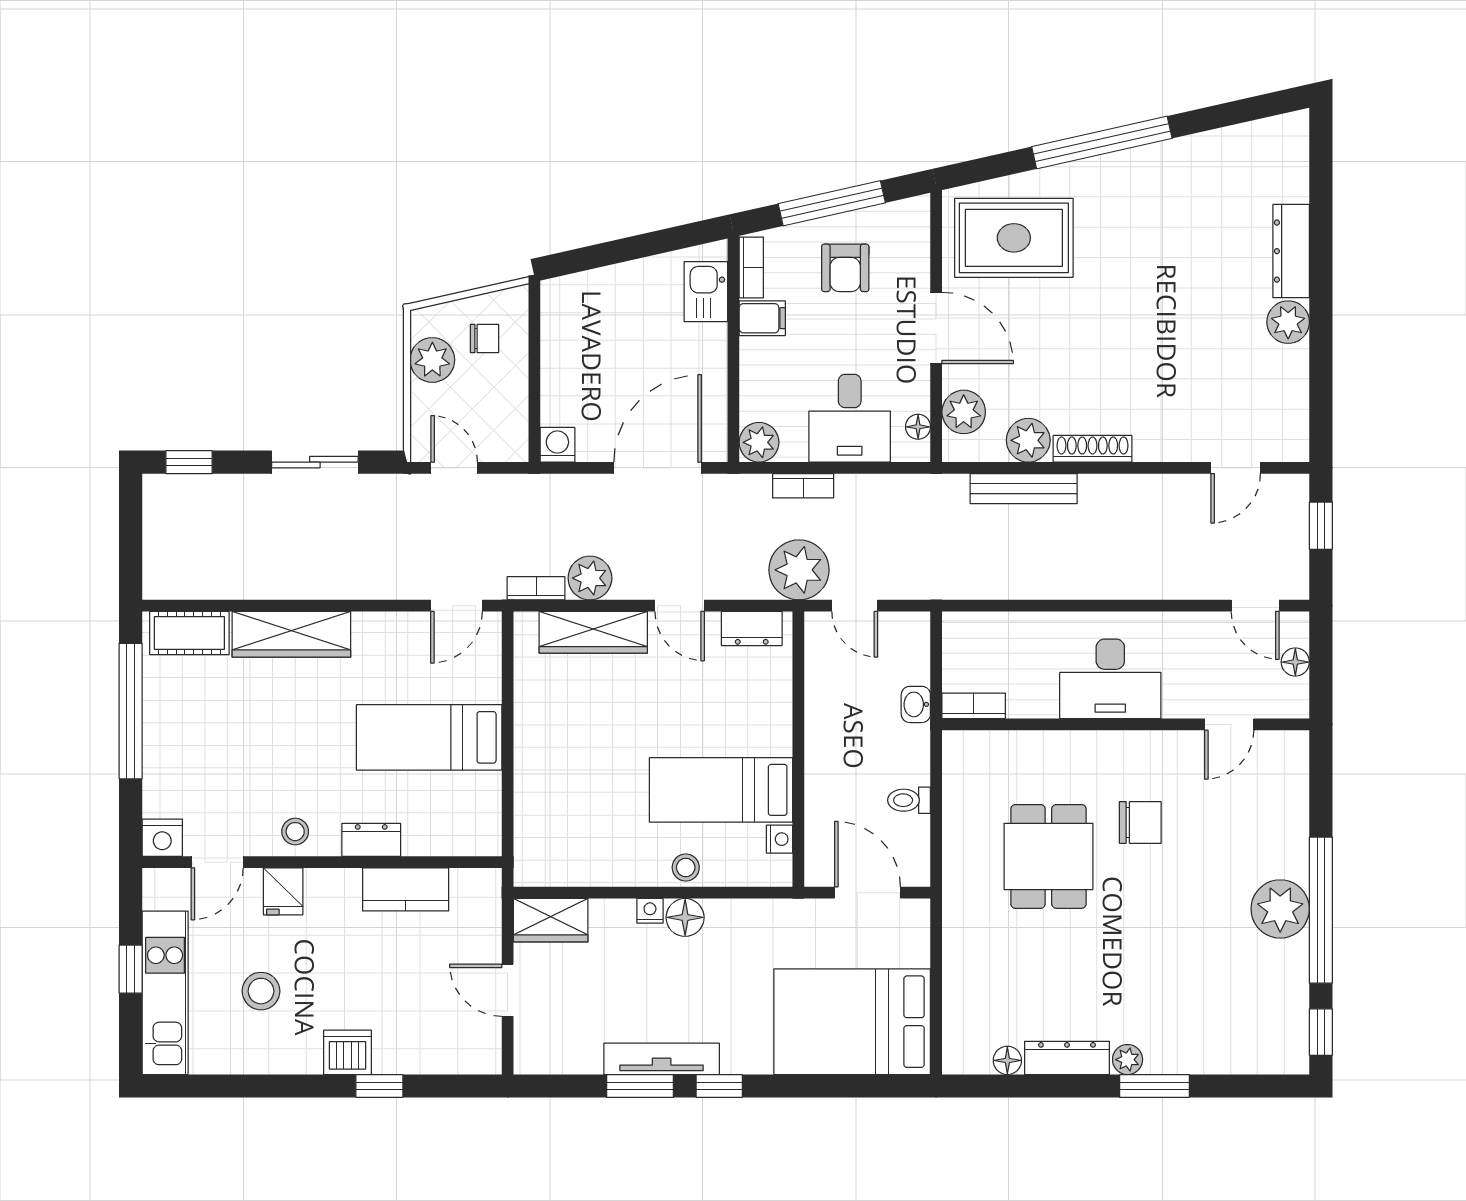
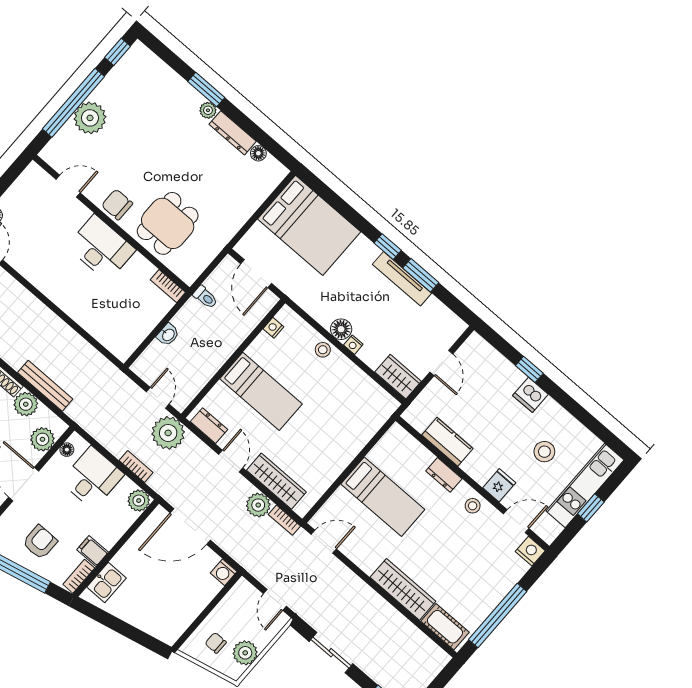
desk: (1110, 679) -> (101, 248), moved
bookcase: (974, 706) -> (168, 286), moved
wall: (1126, 724) -> (111, 224), moved
door: (1229, 724) -> (68, 186), moved
bed: (721, 790) -> (261, 391), moved

